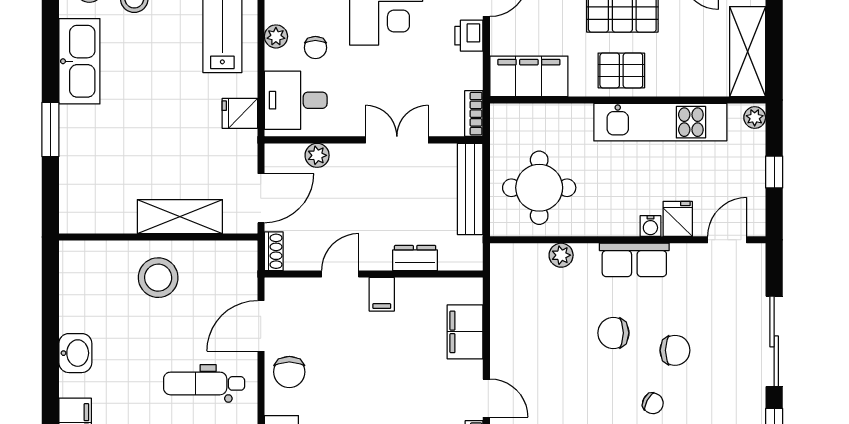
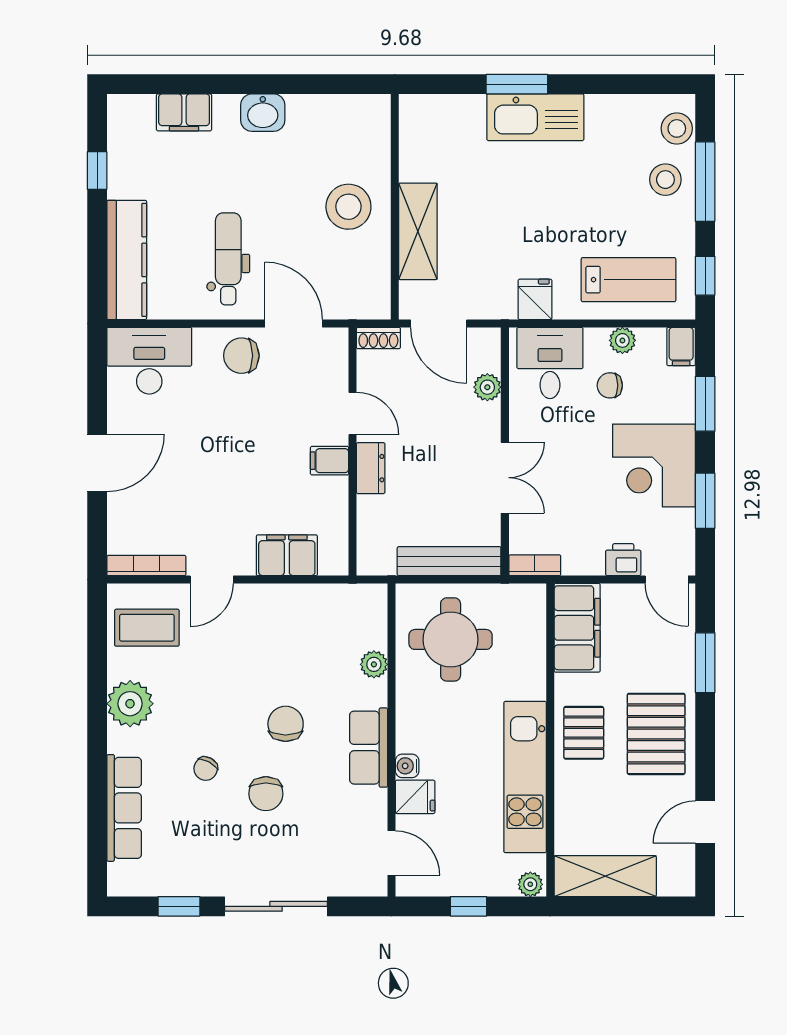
kitchen sink: (79, 61) -> (535, 117), moved
dresser: (415, 258) -> (371, 468), moved

